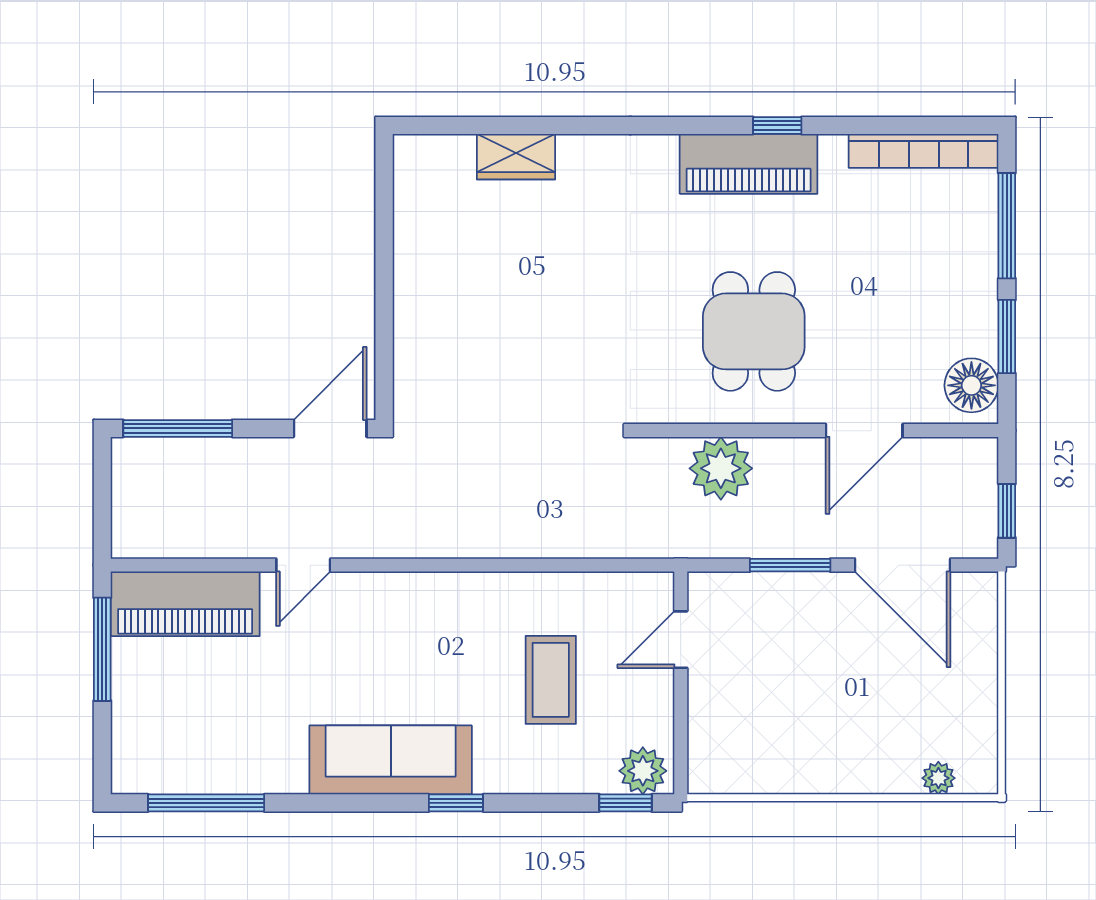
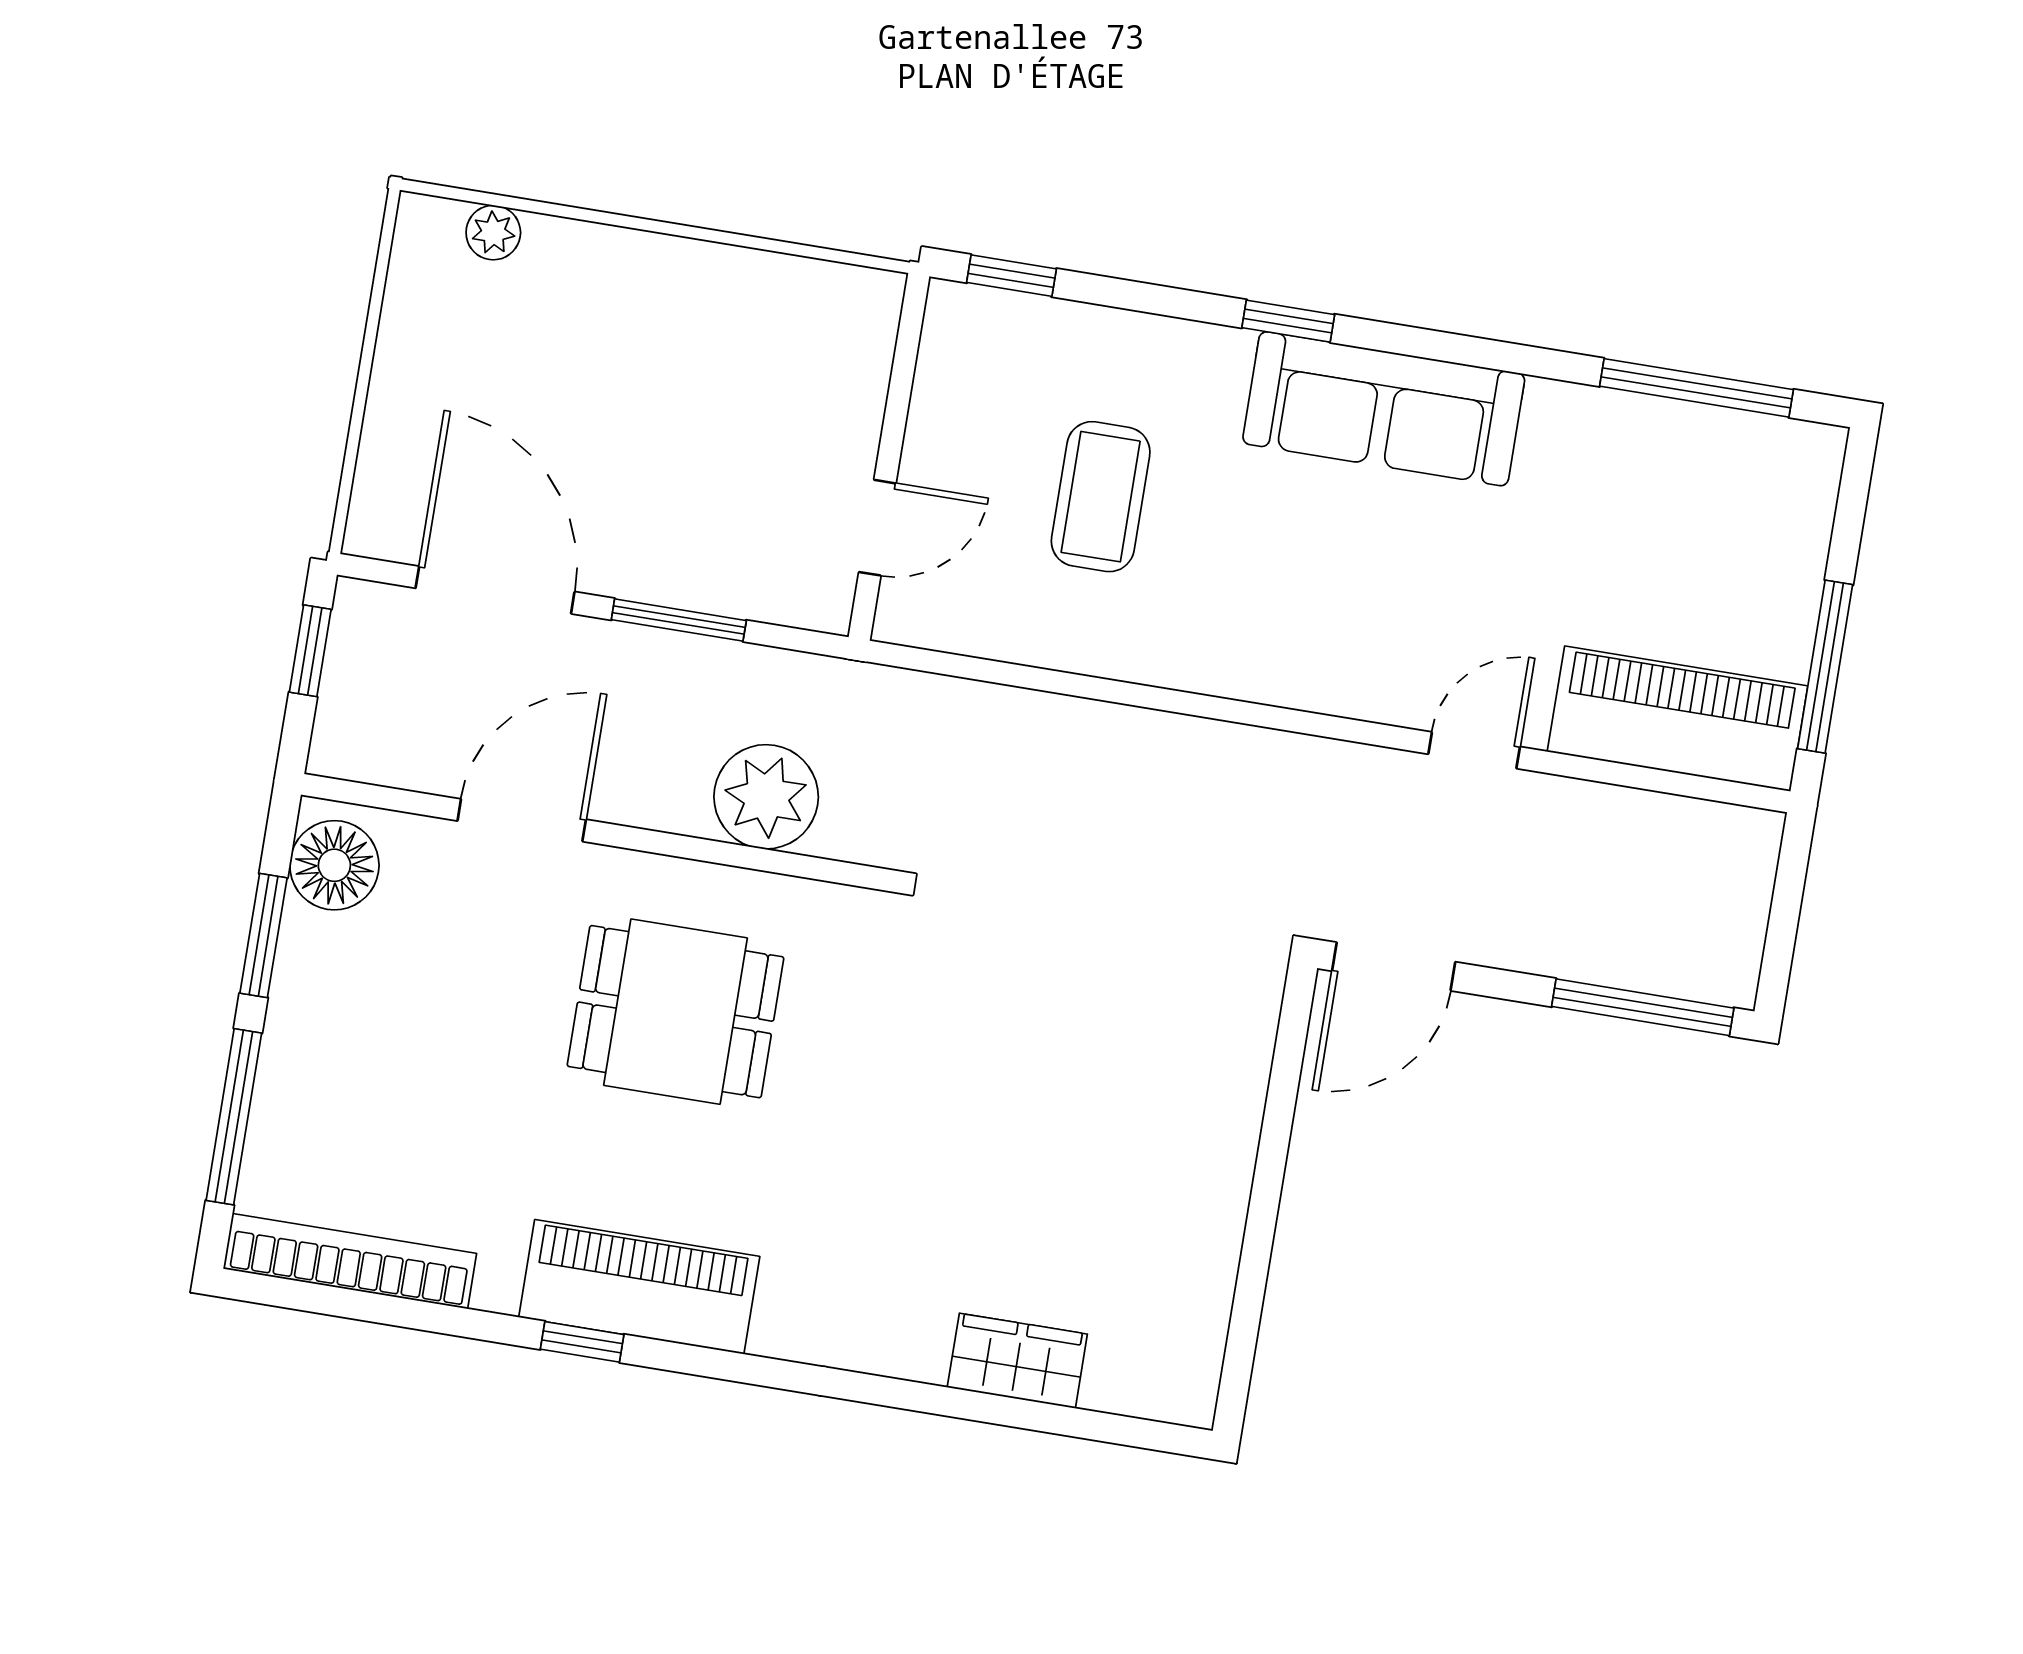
dining table: (754, 331) -> (676, 1012), turned 90
plant: (643, 771) -> (974, 324), removed

